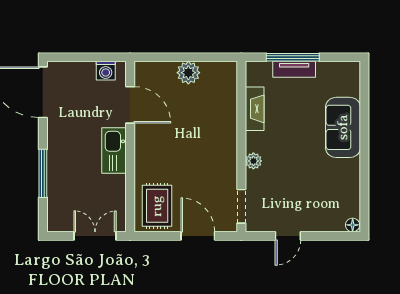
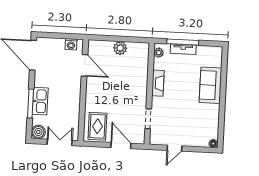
fireplace: (255, 109) -> (158, 83), moved
kitchen sink: (114, 151) -> (40, 101), moved, turned 180
plant: (253, 161) -> (159, 53), moved
doorway: (241, 206) -> (148, 119), moved
boiler: (58, 220) -> (38, 132), added

